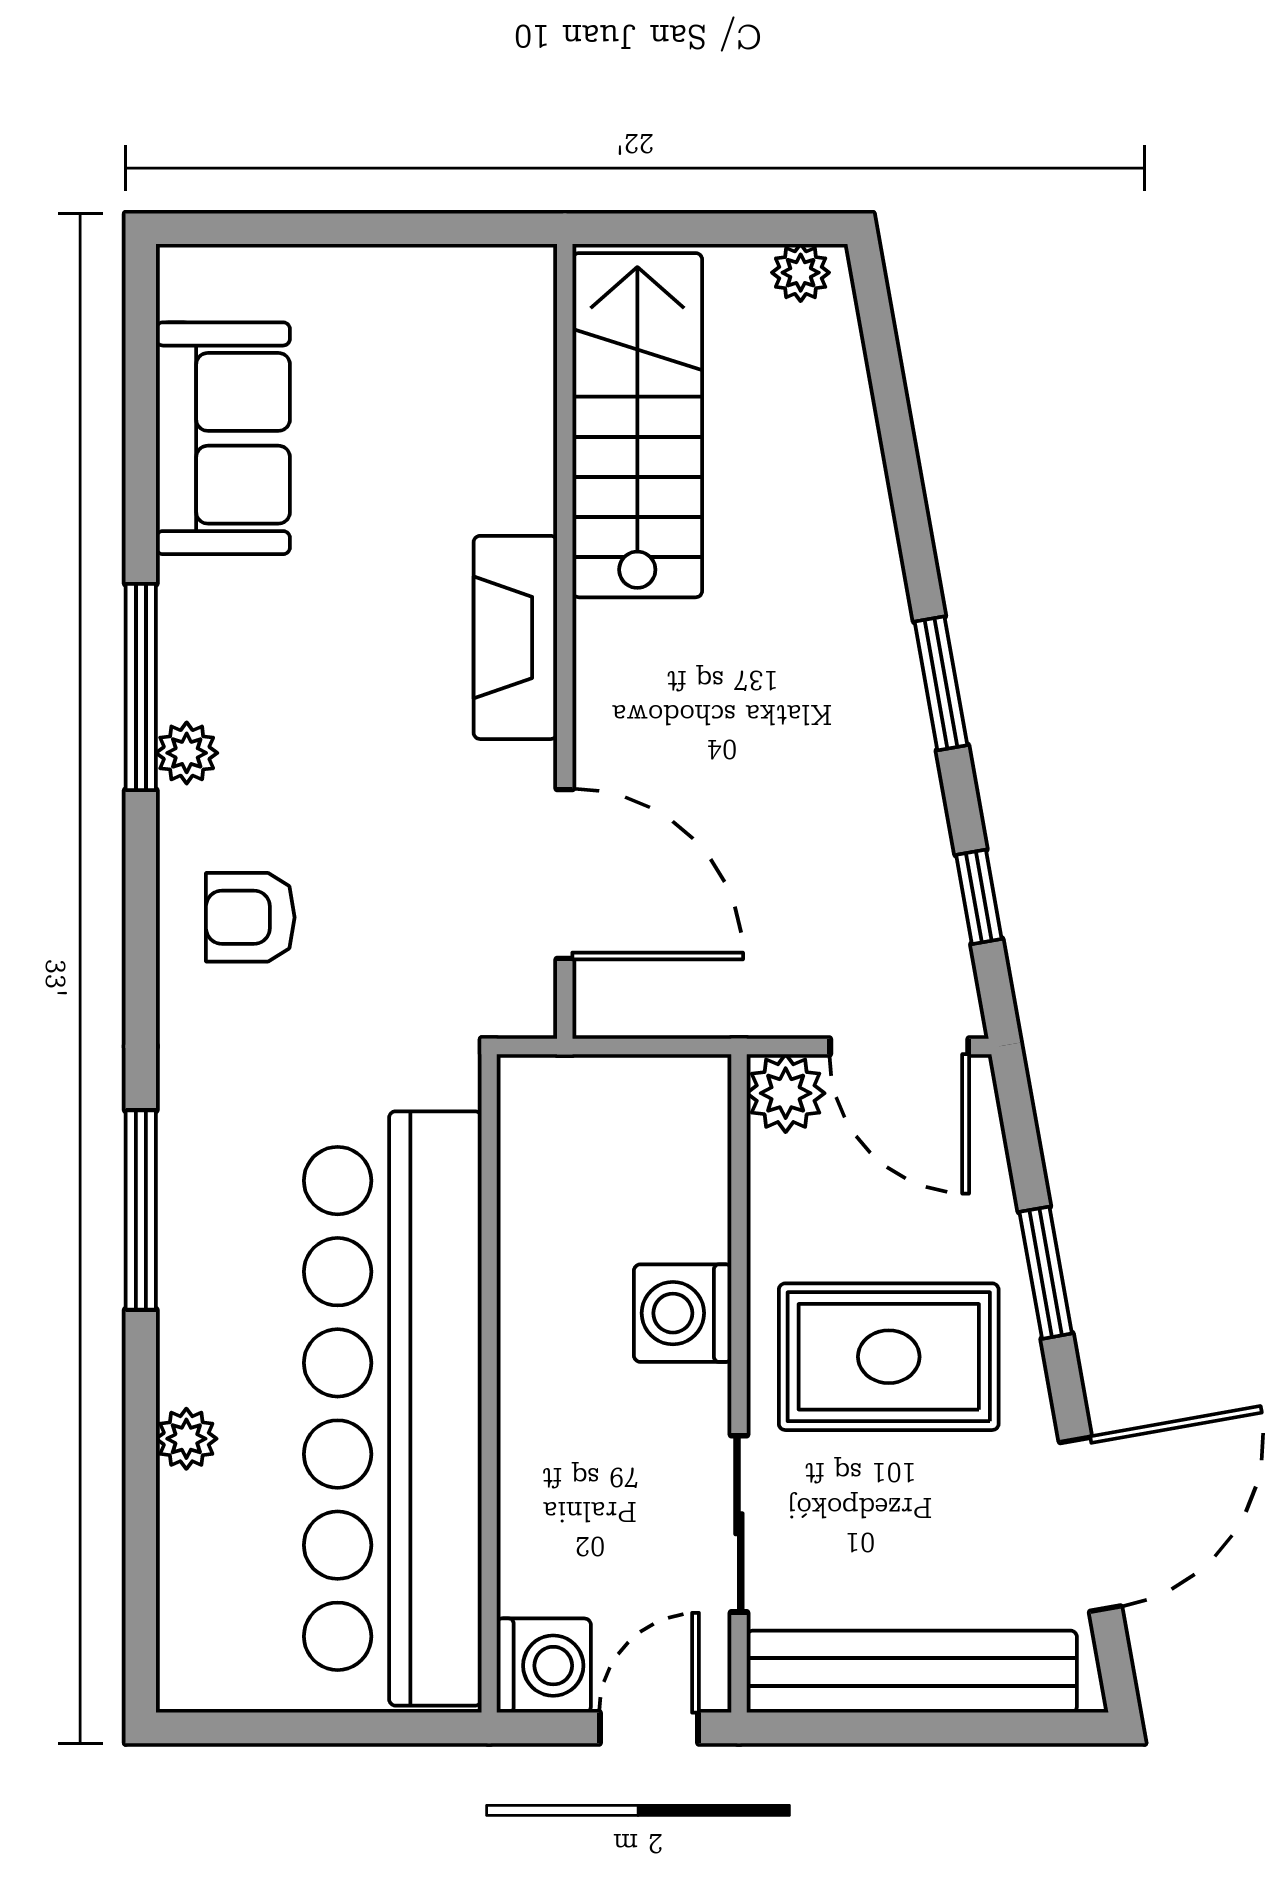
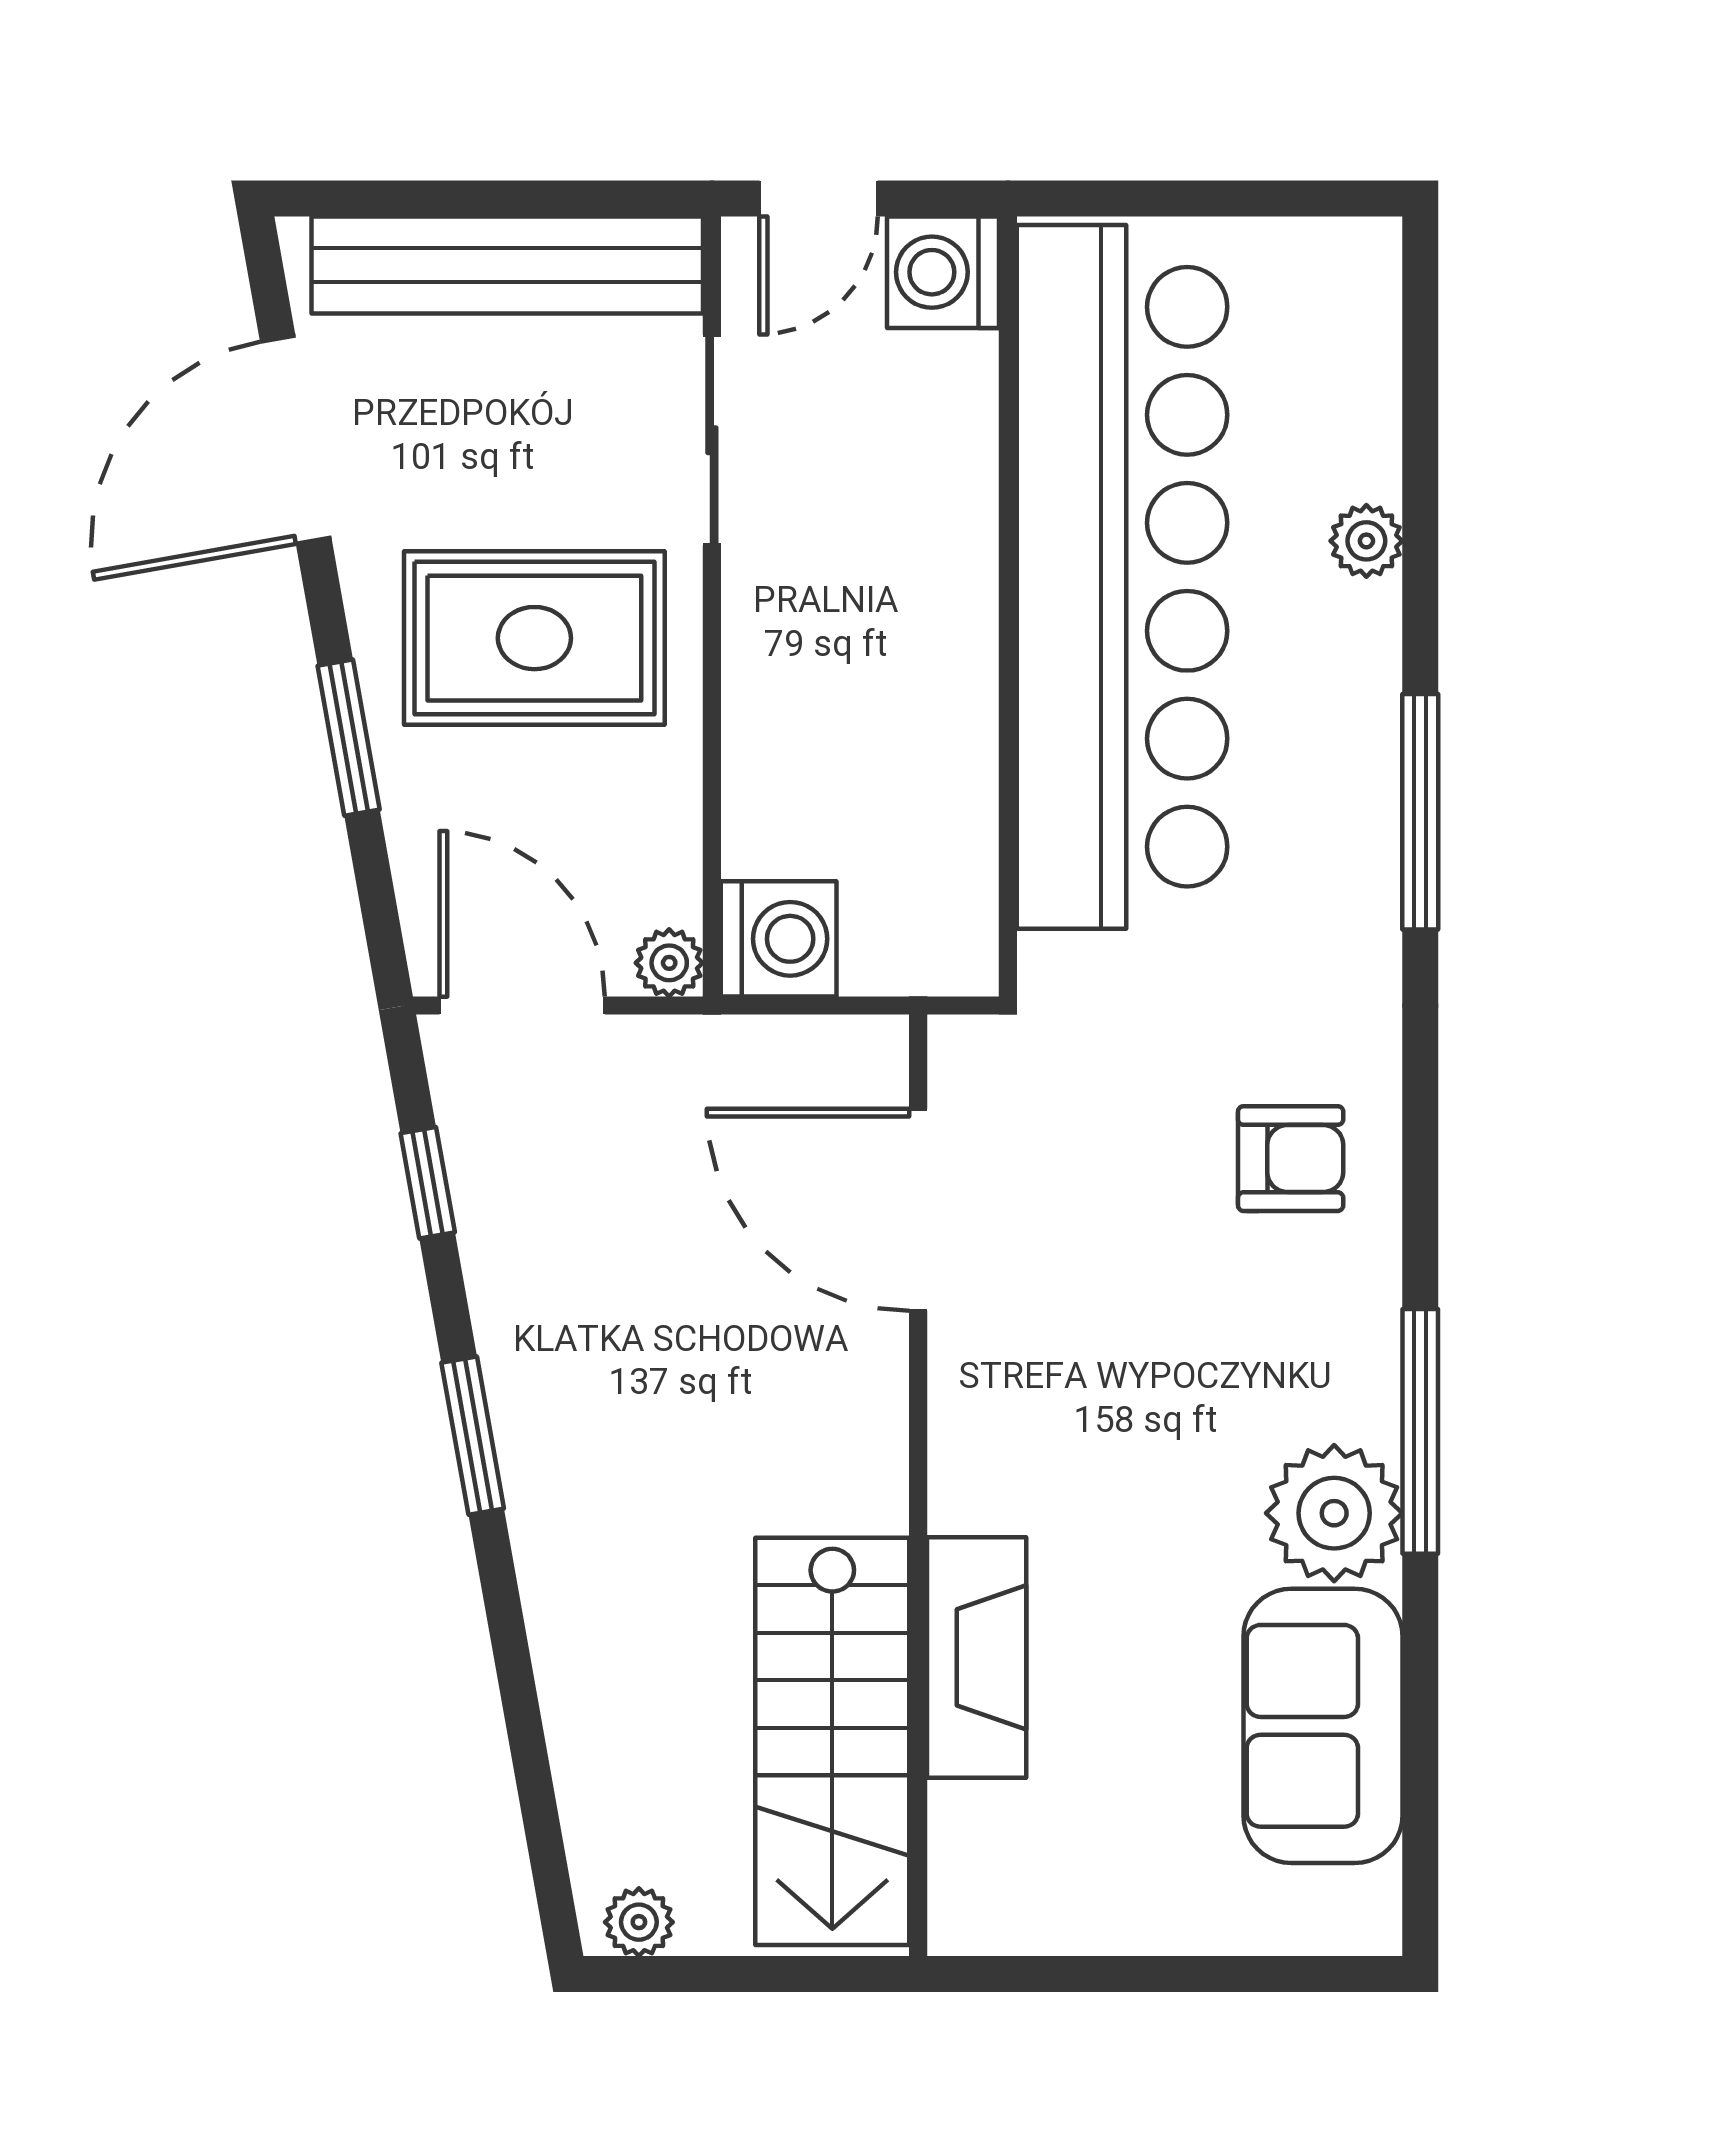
fireplace: (515, 637) -> (977, 1657), moved
plant: (187, 753) -> (1334, 1513), moved, width x1.88, depth x1.88
plant: (786, 1093) -> (669, 963), width x0.73, depth x0.73
washing machine: (683, 1313) -> (779, 939), moved

